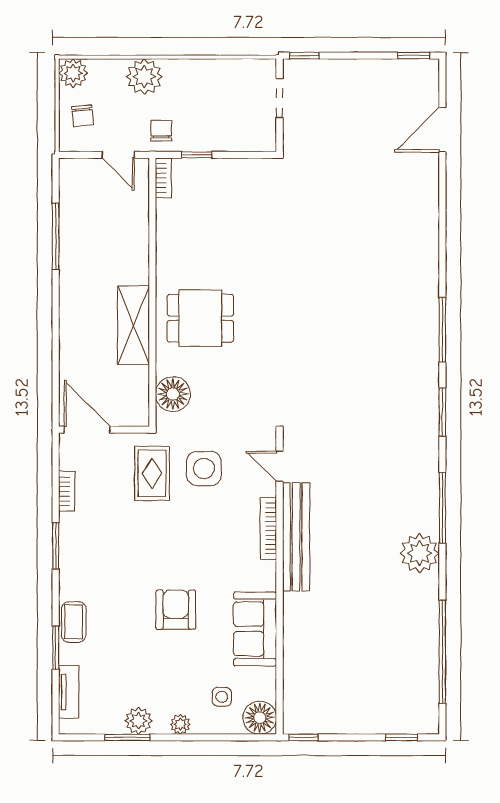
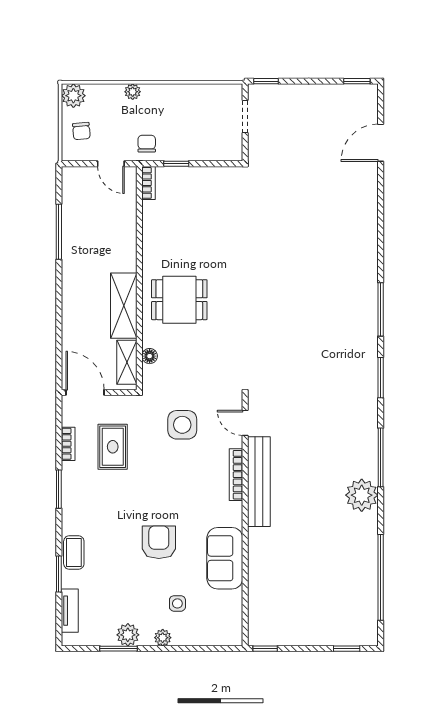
plant: (144, 77) -> (133, 92), width x0.53, depth x0.53
shelving: (137, 393) -> (127, 362), added
floor lamp: (173, 394) -> (150, 356), width x0.53, depth x0.53
rug: (152, 473) -> (113, 447), moved
side table: (222, 697) -> (177, 603), moved
floor lamp: (260, 718) -> (229, 632), removed

